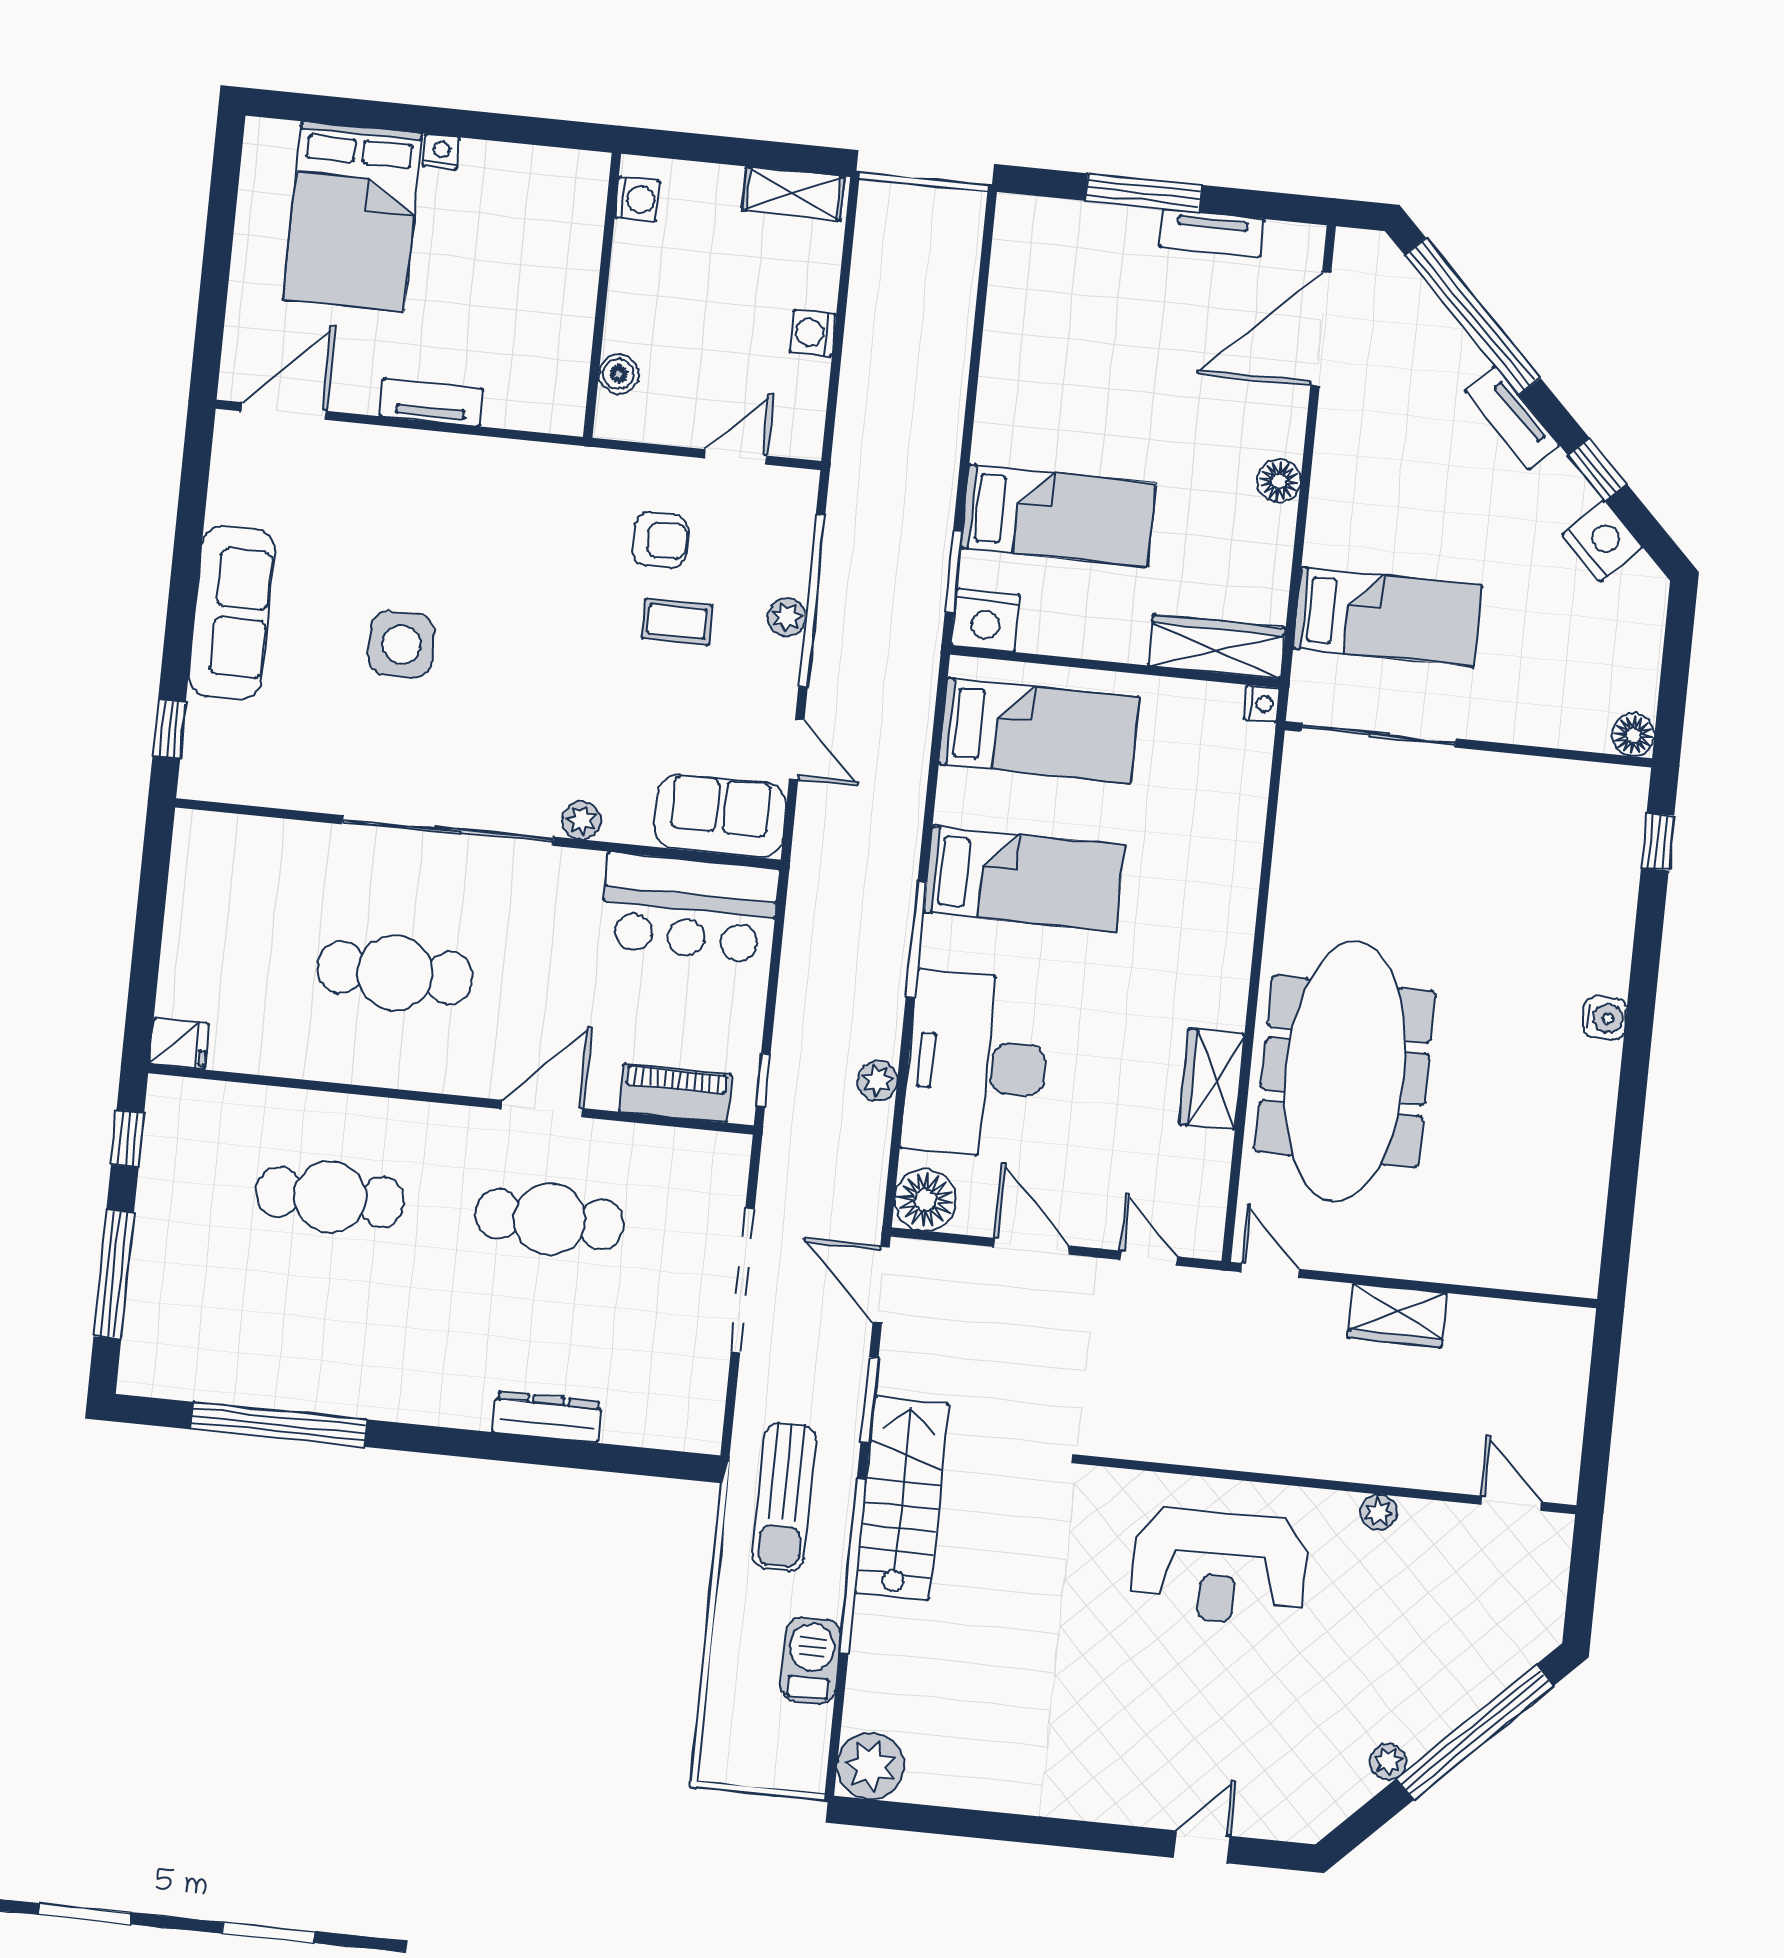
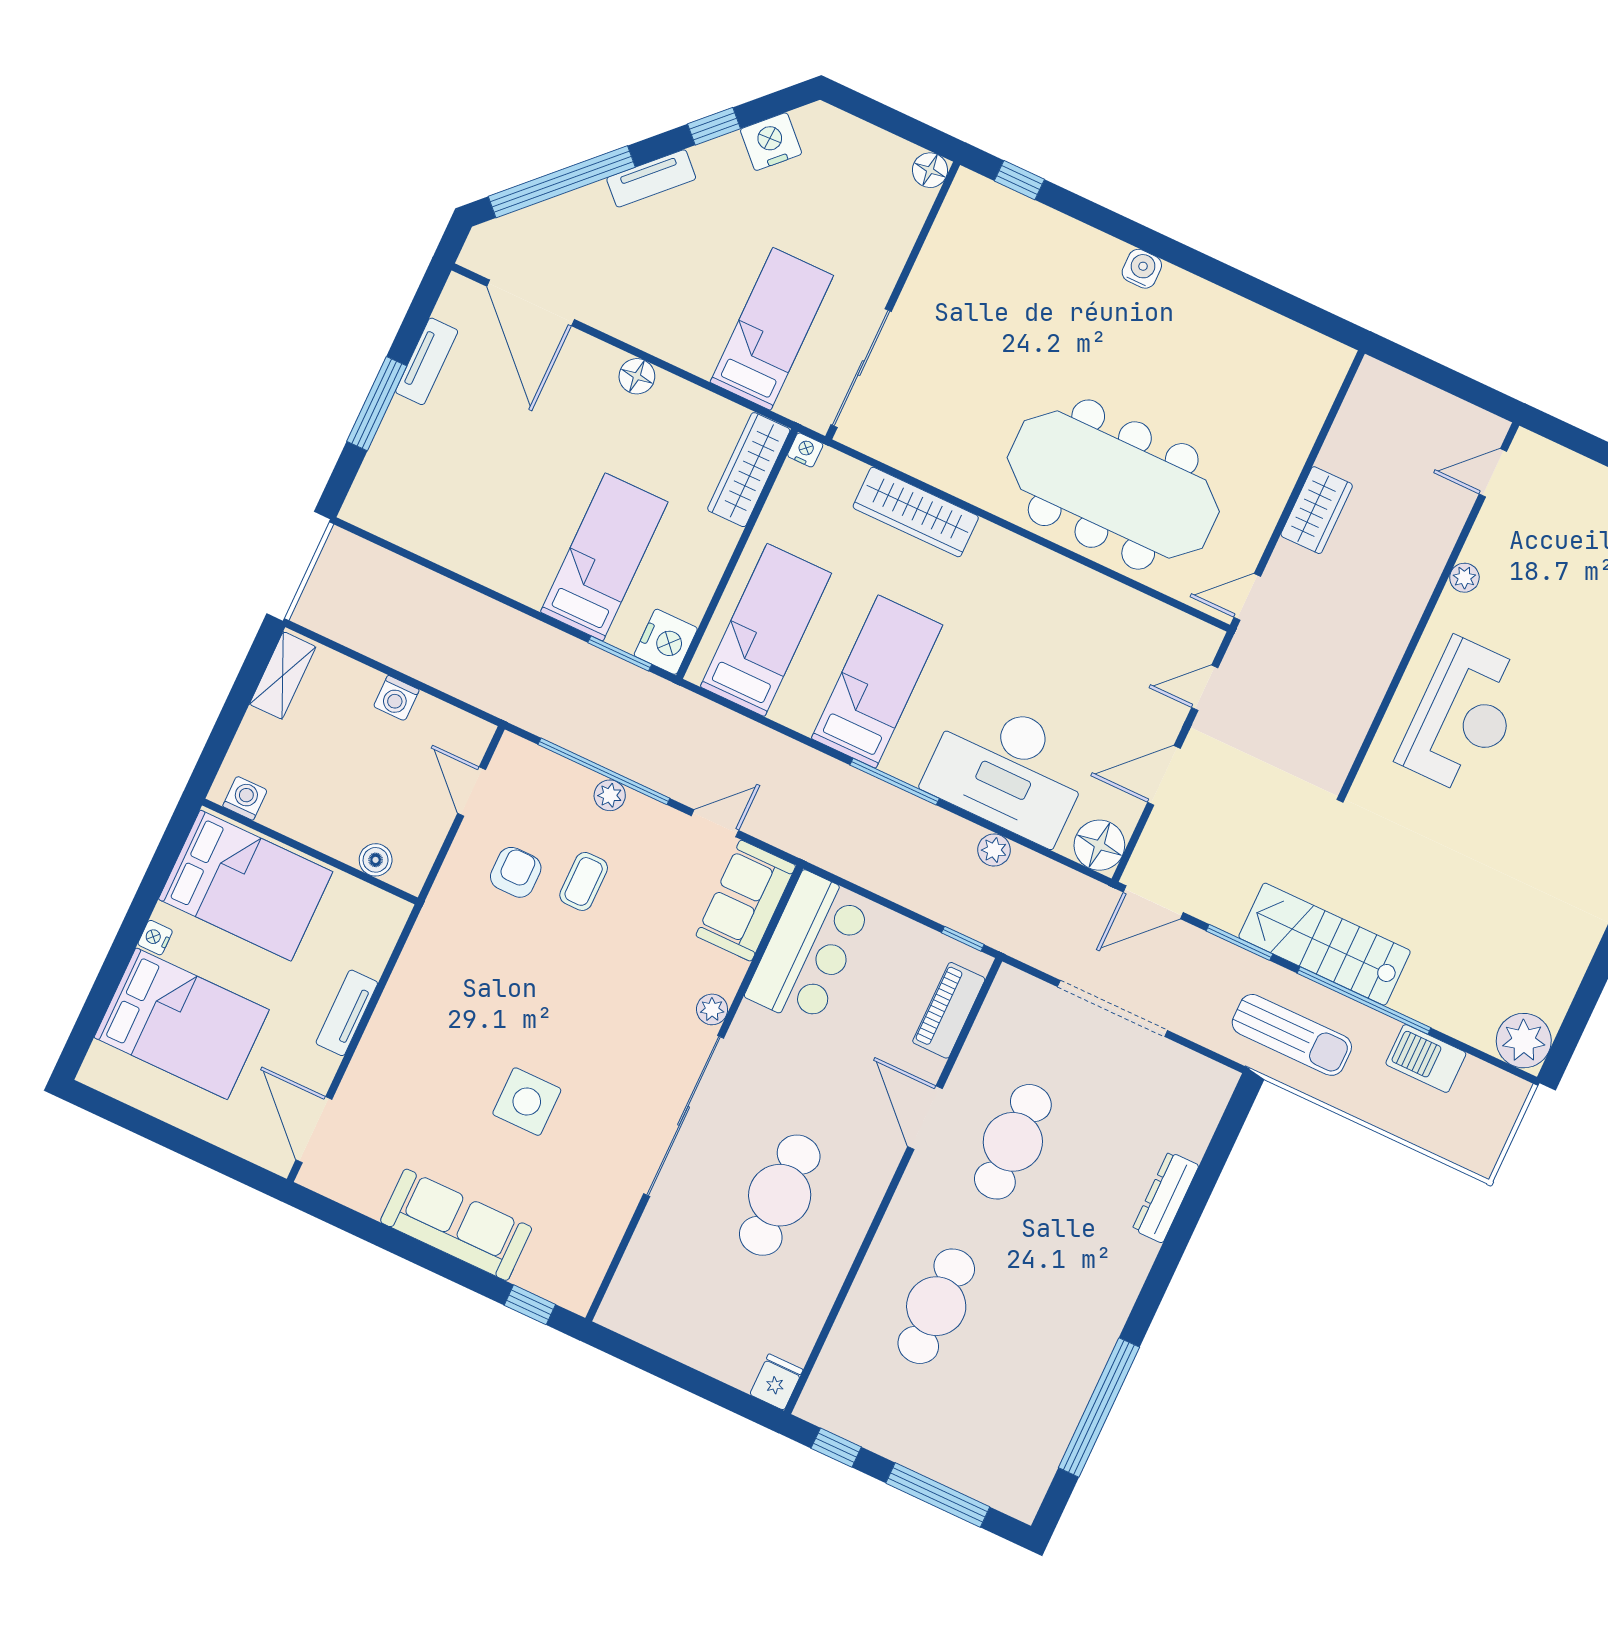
bed: (537, 235) -> (246, 885), added
wardrobe: (1212, 1079) -> (916, 512), moved, width x1.50

